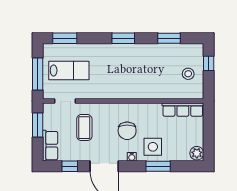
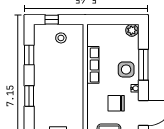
row of seats: (183, 110) -> (93, 65), moved
chair: (127, 131) -> (116, 103), moved, turned 180
window: (158, 166) -> (143, 65), width x1.44

